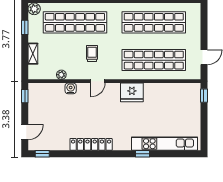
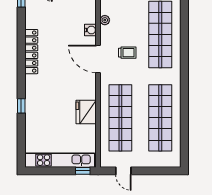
door: (98, 81) -> (98, 59), width x1.88
fridge: (132, 92) -> (86, 112), moved
kitchen unit: (164, 144) -> (60, 160), moved, turned -90

